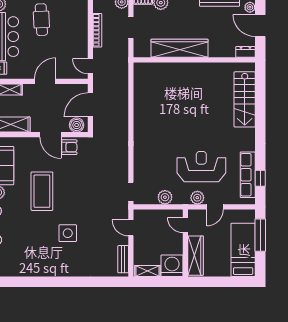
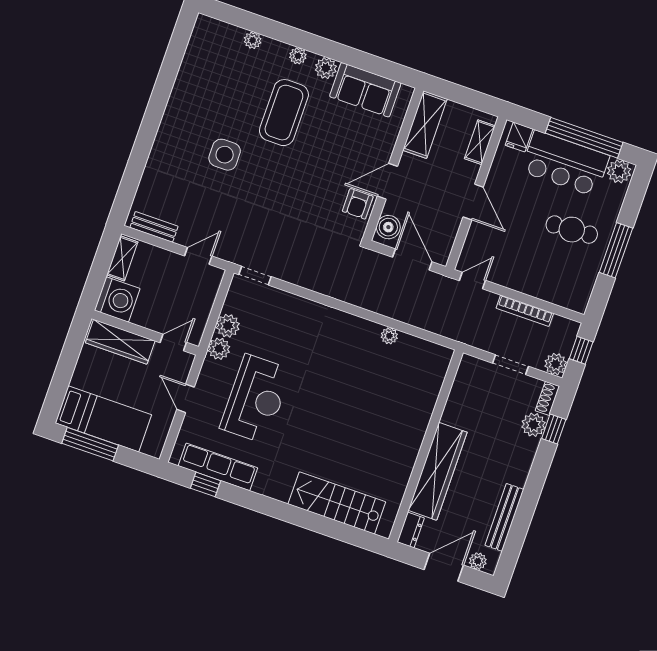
wardrobe: (179, 48) -> (438, 471), moved
plant: (139, 103) -> (389, 336), added
coffee table: (42, 191) -> (284, 113), moved, turned 90
plant: (197, 198) -> (219, 349), moved
window: (260, 235) -> (90, 444), moved

